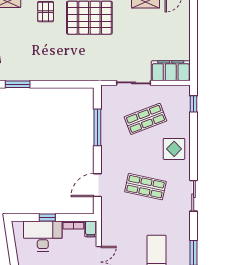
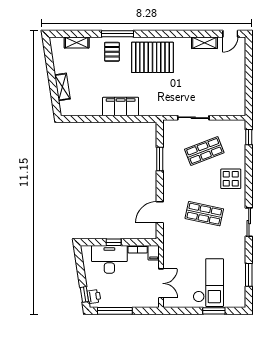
filing cabinet: (171, 71) -> (121, 107), moved
window: (18, 84) -> (86, 119), removed
window: (97, 127) -> (160, 159), width x0.69

